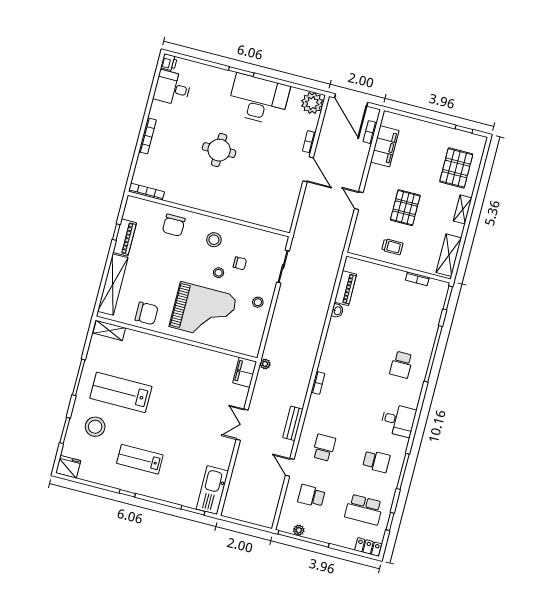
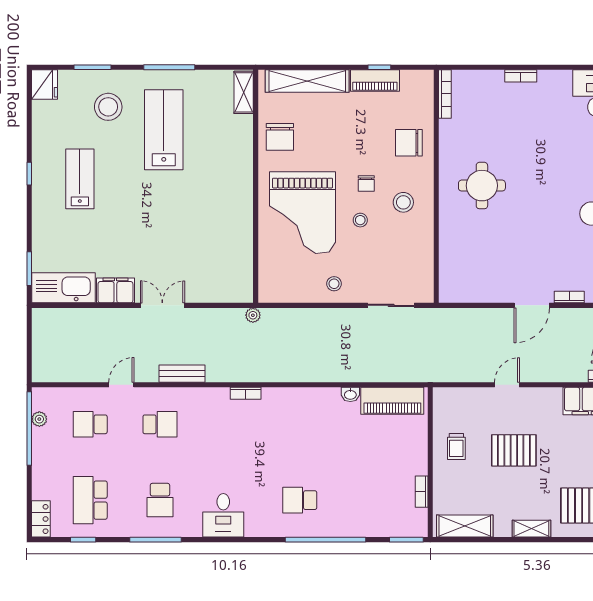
bookcase: (148, 136) -> (521, 76), width x0.64
round table: (219, 150) -> (482, 186), moved
chair: (240, 263) -> (366, 184), moved
piano: (345, 288) -> (392, 401), width x1.37, depth x1.33
filing cabinet: (245, 372) -> (115, 290), moved
school desk: (311, 496) -> (90, 424), turned -90

